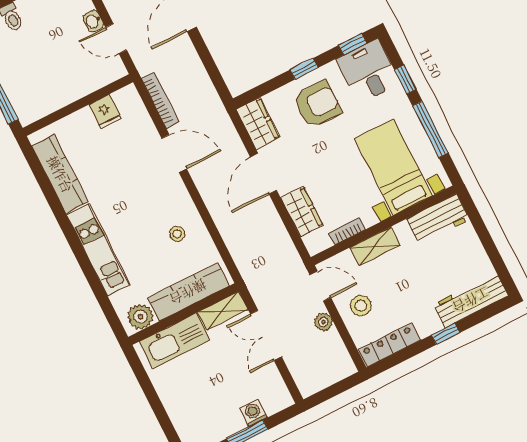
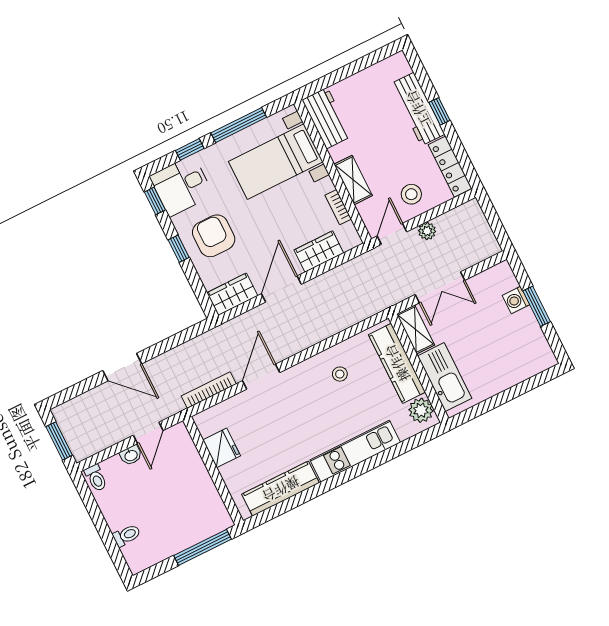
fridge: (105, 112) -> (222, 448), width x1.38
door: (264, 174) -> (281, 289), swing flipped
workbench: (471, 300) -> (418, 109), moved

